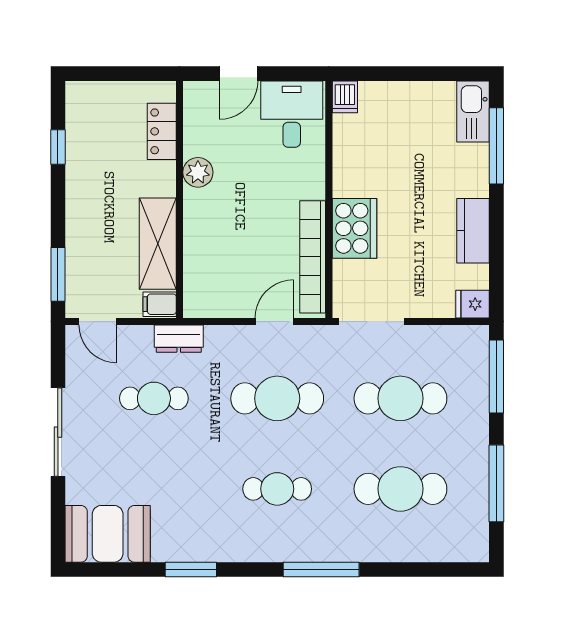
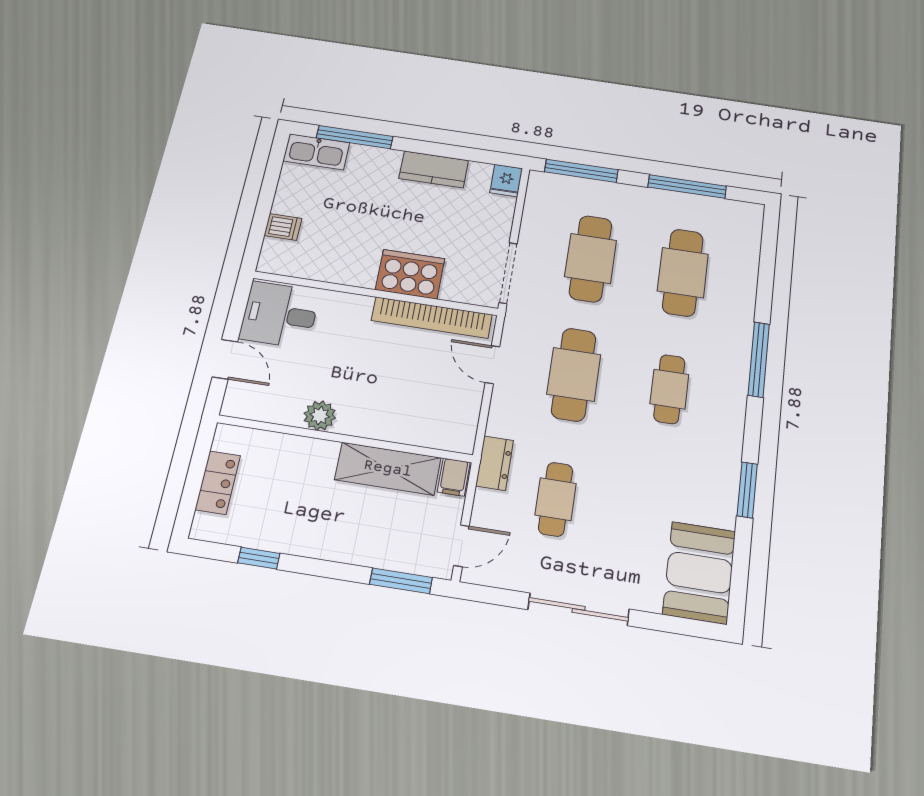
dishwasher: (345, 97) -> (283, 227), moved
locker: (162, 131) -> (218, 483), moved, turned -90

